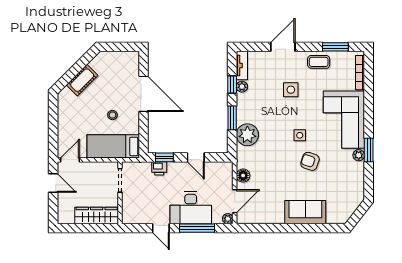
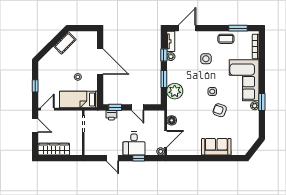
door: (283, 47) -> (187, 28), moved
cot: (82, 80) -> (65, 43), moved
window: (53, 128) -> (35, 86), added
desk: (191, 208) -> (134, 144), width x0.73
wardrobe: (97, 216) -> (54, 149), moved
window: (197, 228) -> (139, 158), width x0.46

